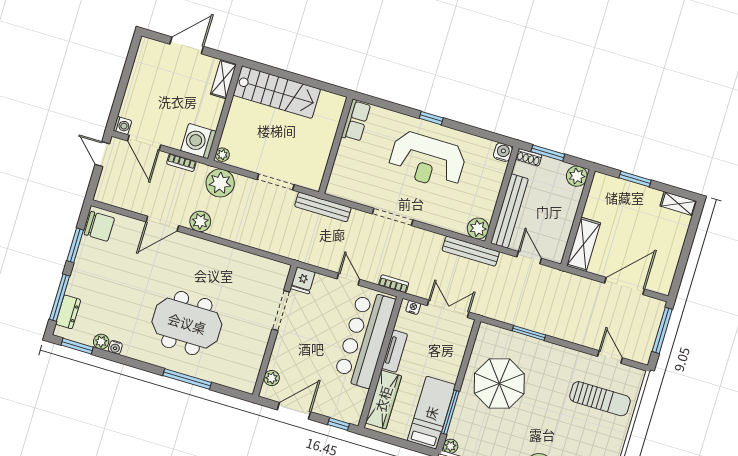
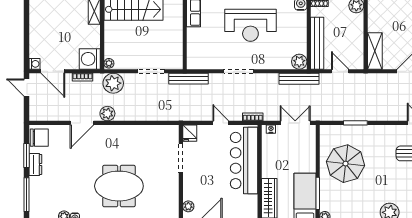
dresser: (68, 312) -> (35, 164), moved
tv unit: (395, 351) -> (267, 163), removed

